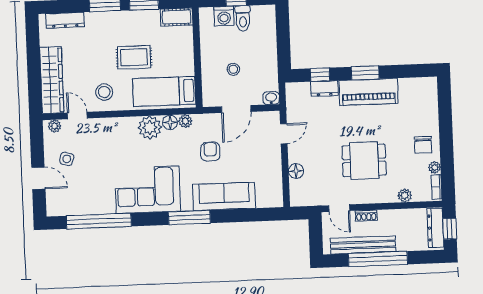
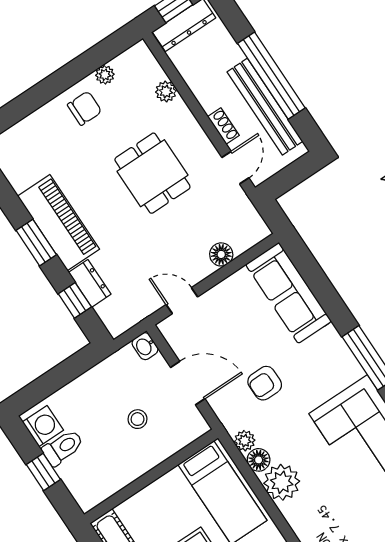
washing machine: (224, 16) -> (43, 426), moved
bookcase: (437, 187) -> (129, 56), removed
sofa: (224, 196) -> (289, 293), moved

